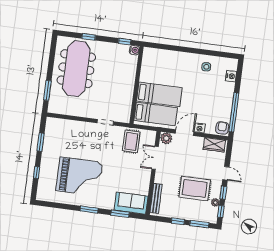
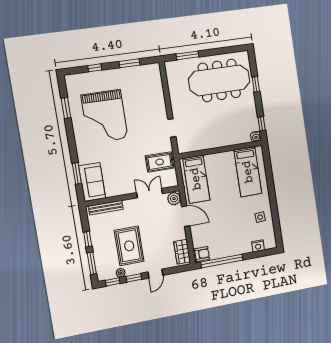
bed: (159, 94) -> (248, 172), moved
nightstand: (200, 128) -> (195, 230), removed
window: (89, 210) -> (66, 108), moved

